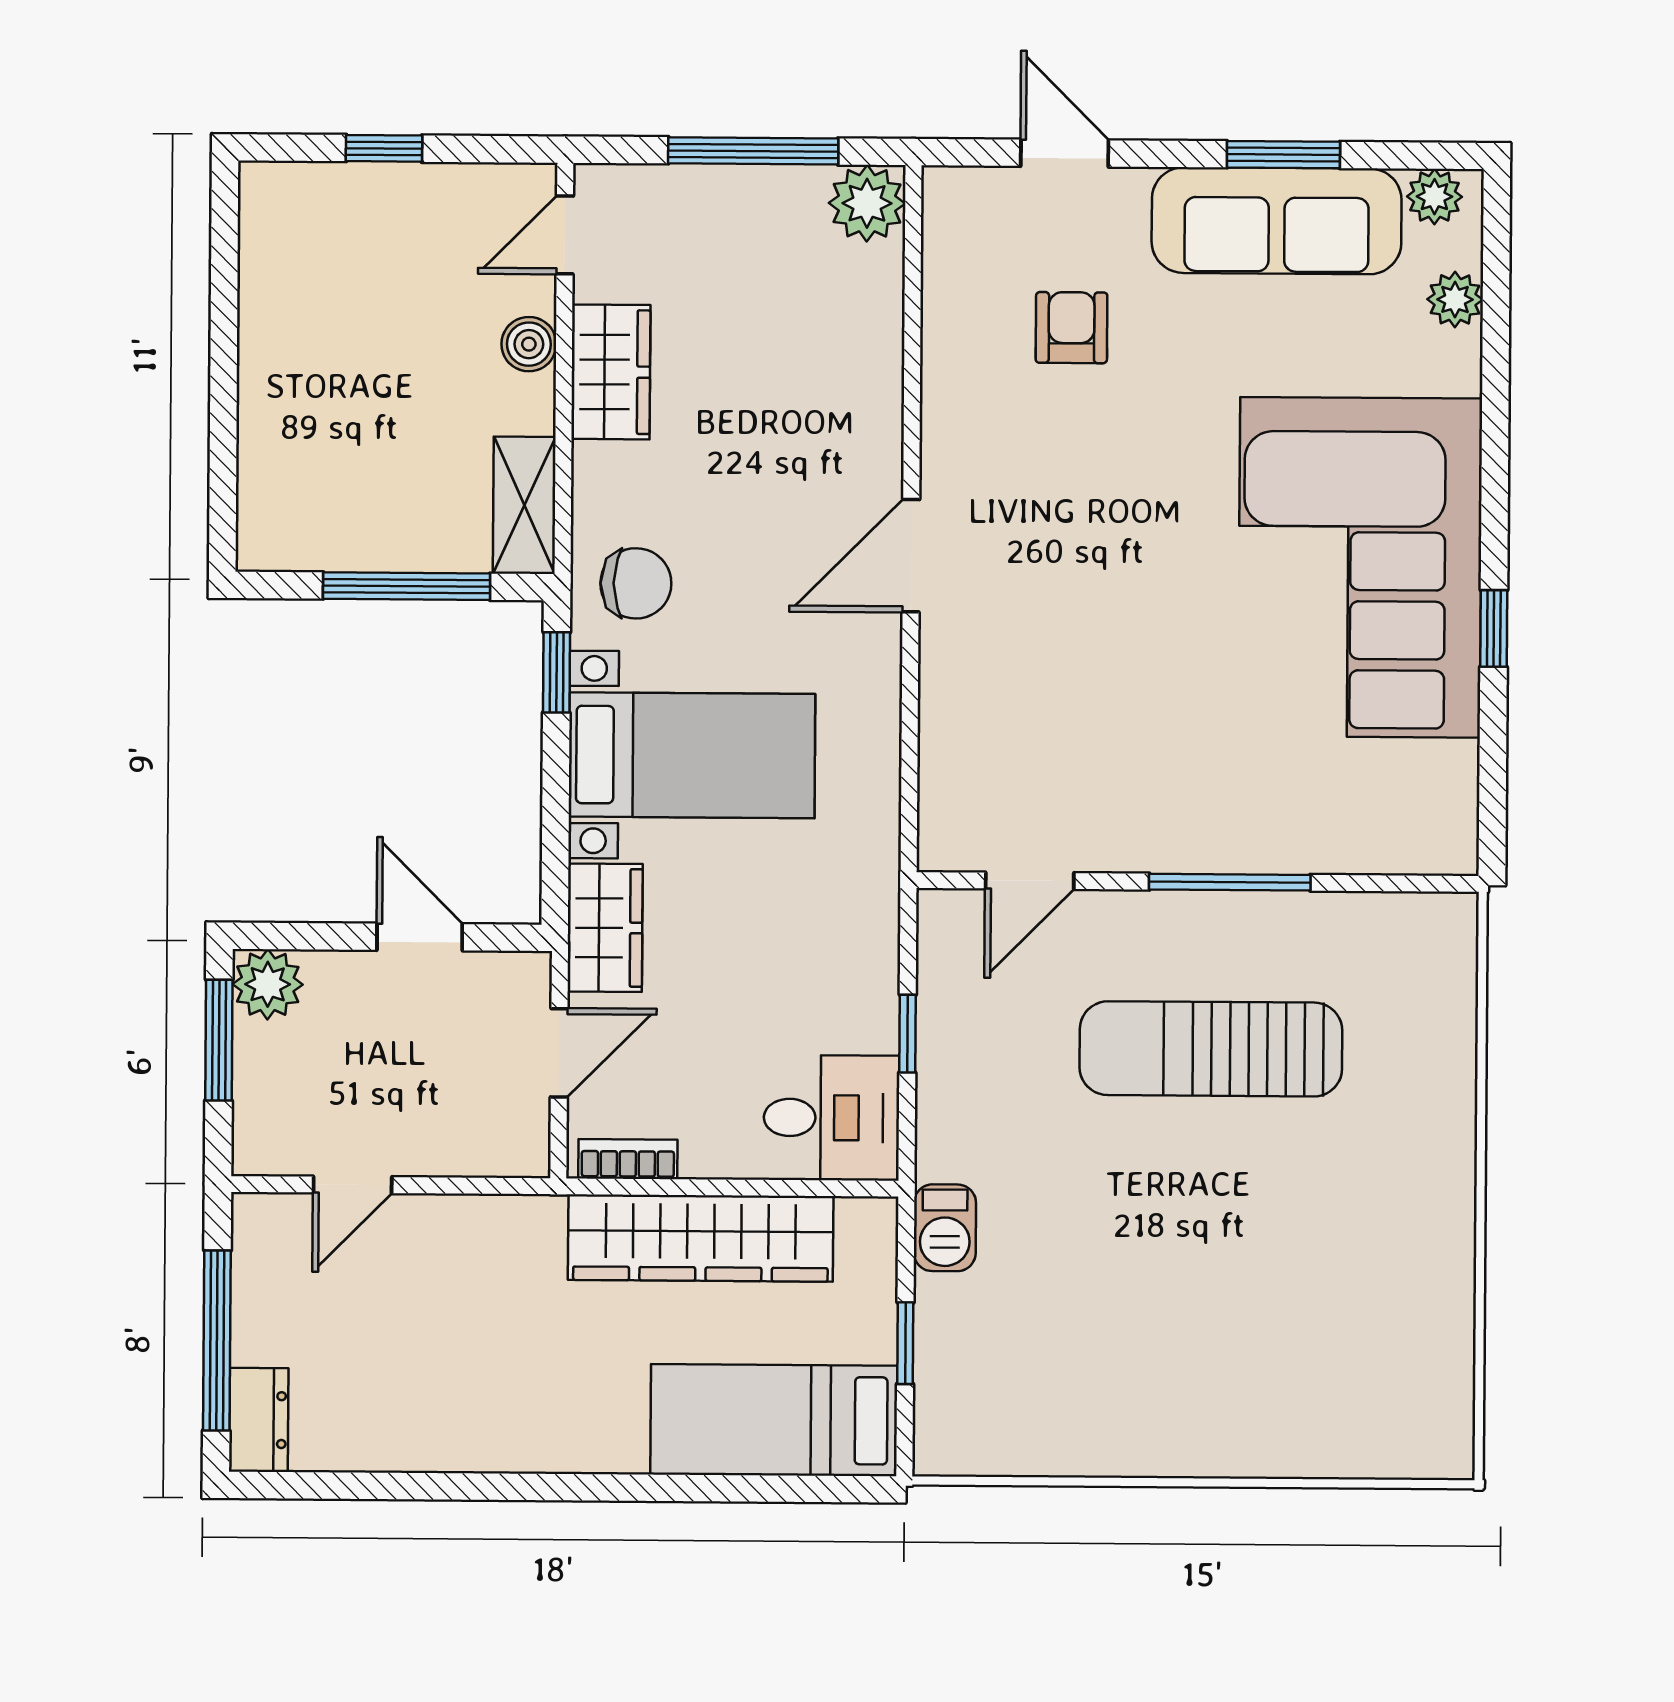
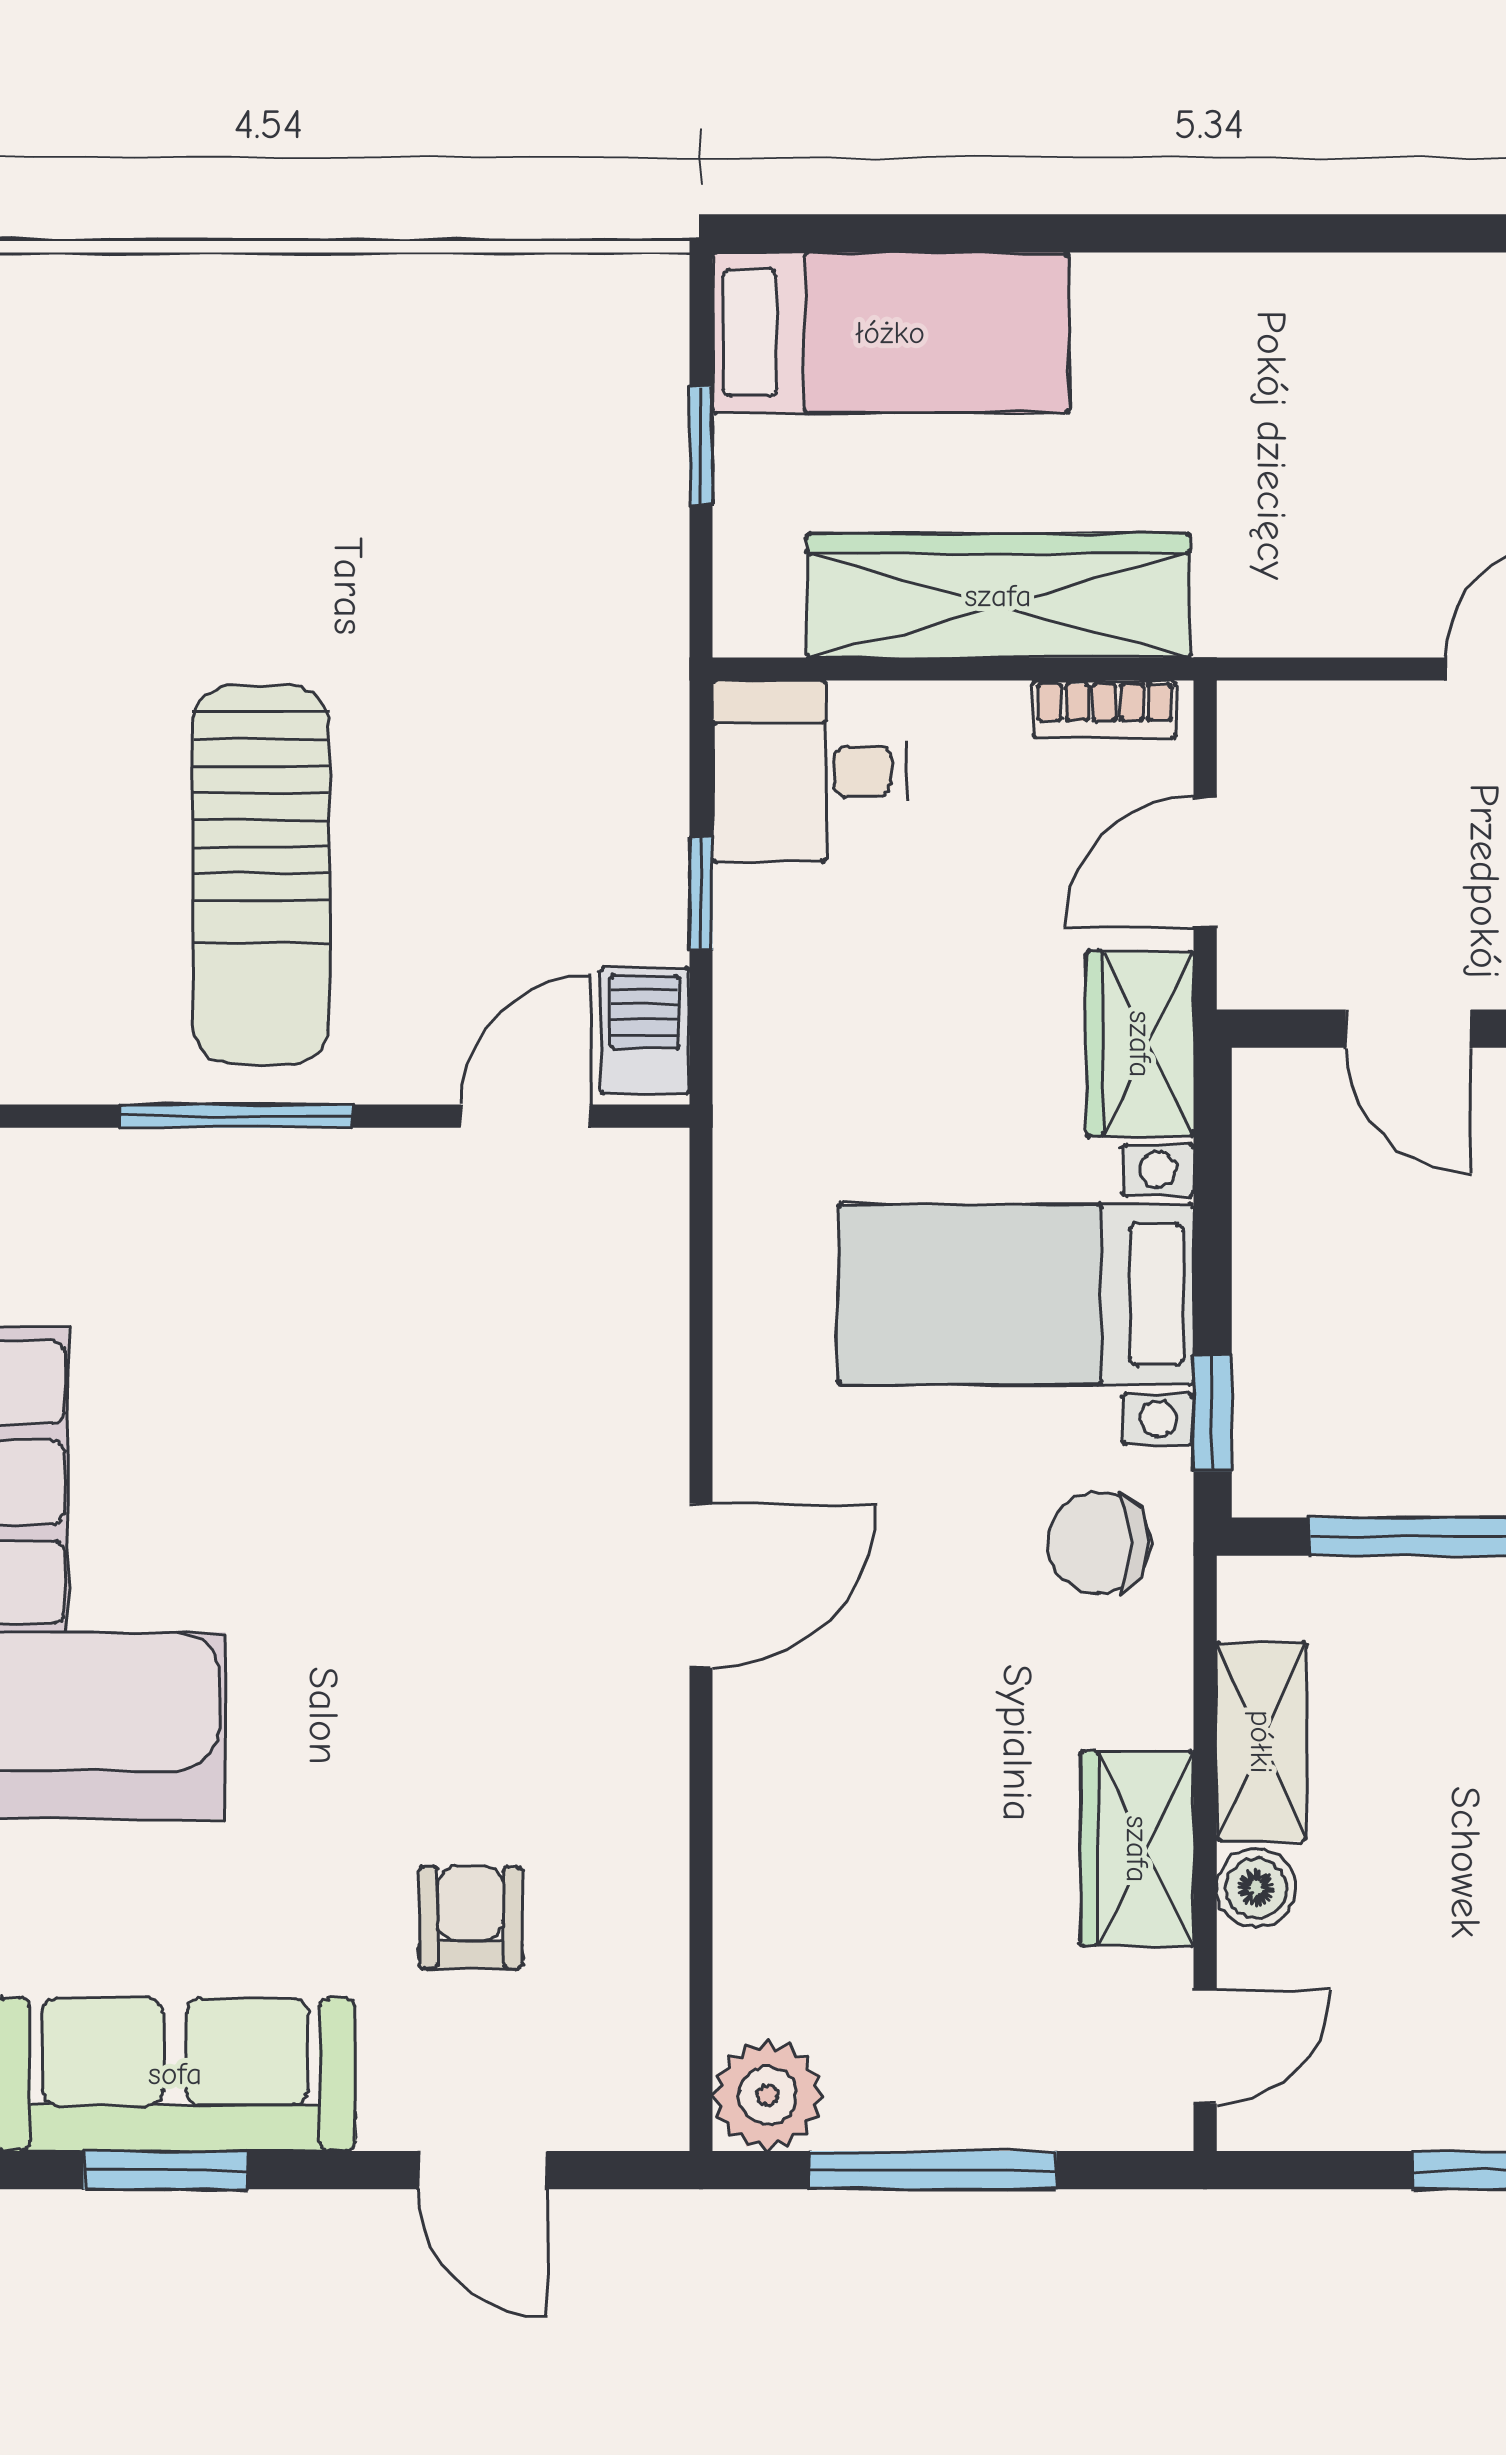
armchair: (1072, 328) -> (471, 1917), turned 180
shelving: (524, 505) -> (1261, 1742), moved
sun lounger: (1211, 1049) -> (261, 875), turned 90
barbecue: (945, 1228) -> (645, 1031), moved

